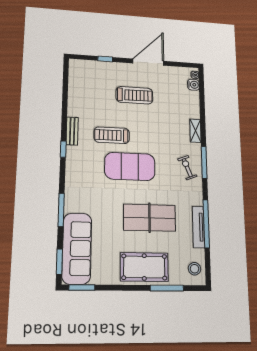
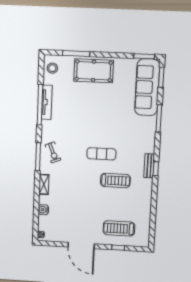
door: (148, 62) -> (81, 245), hinge flipped
water cooler: (193, 85) -> (43, 210), moved
treadmill: (134, 95) -> (119, 228), moved
bench: (72, 131) -> (149, 166), moved
exercise mat: (130, 166) -> (101, 154), width x0.50, depth x0.69
table tennis table: (150, 218) -> (87, 111), removed

